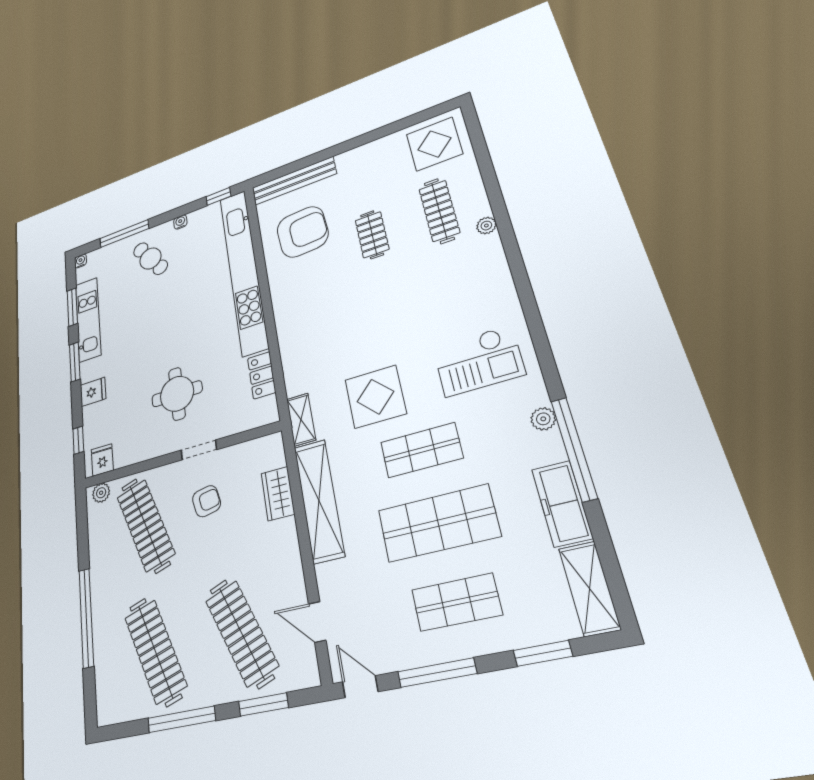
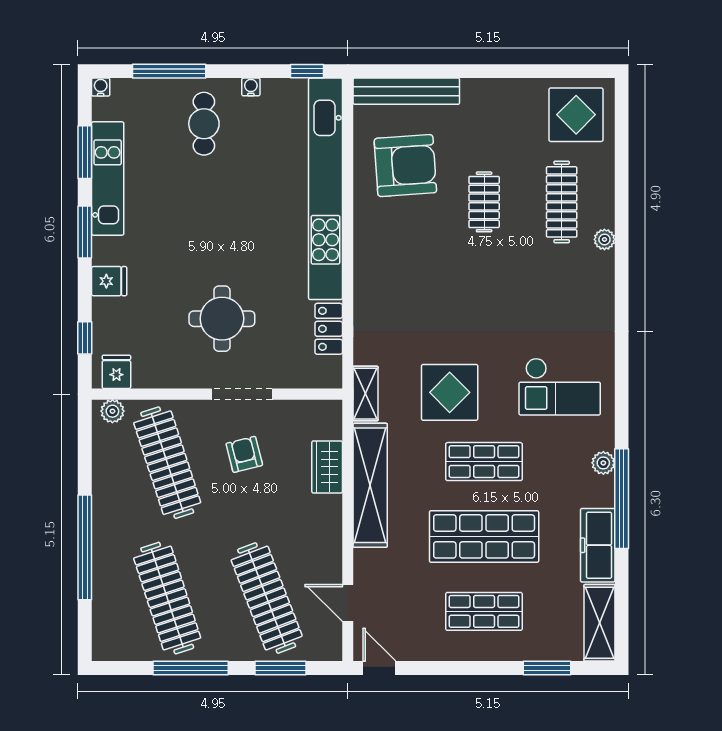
cafe table: (150, 258) -> (204, 124), turned 35
doorway: (199, 450) -> (242, 394), width x1.38
armchair: (206, 501) -> (244, 454), turned -93
window: (437, 673) -> (453, 668), removed

